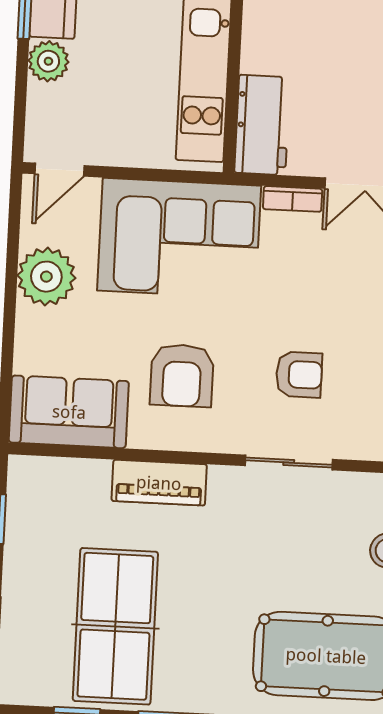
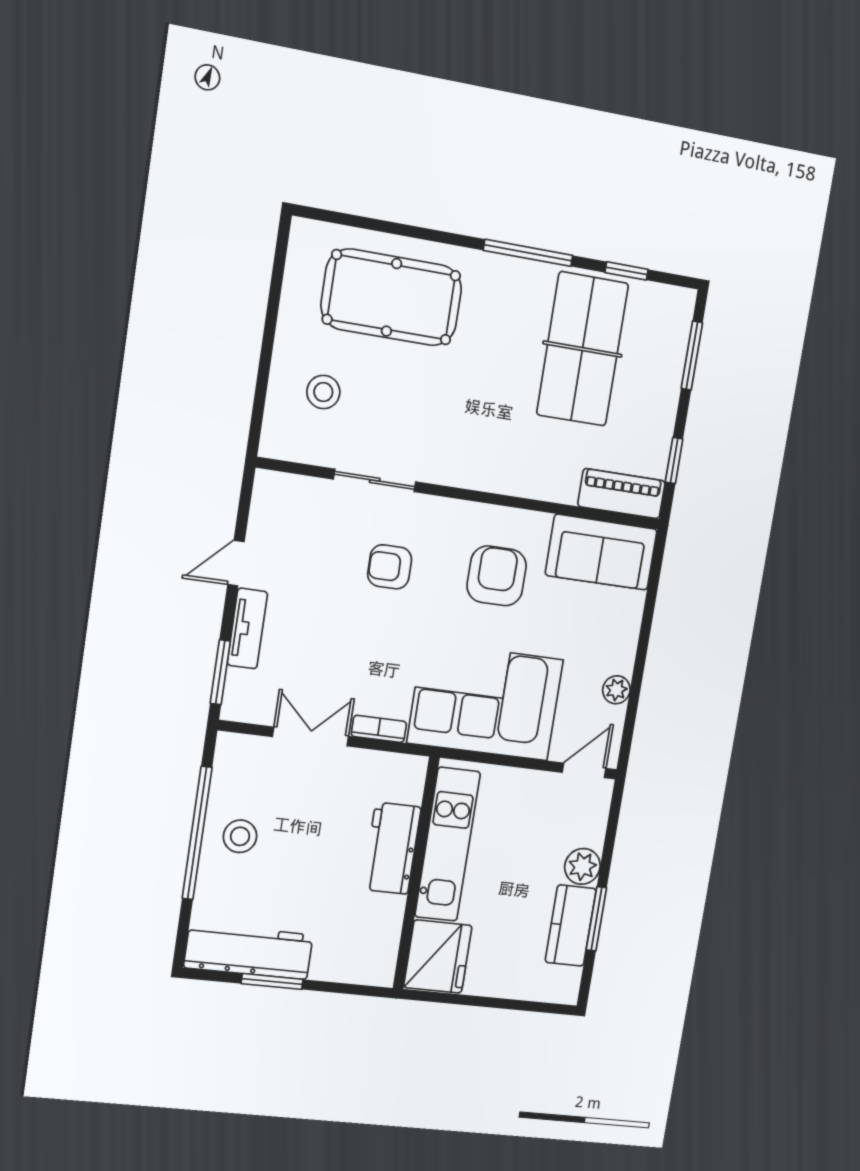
workbench: (262, 125) -> (392, 848), moved
plant: (46, 277) -> (616, 690), width x0.53, depth x0.53
sliding door: (289, 463) -> (375, 480), moved
piano: (159, 483) -> (622, 494), moved

